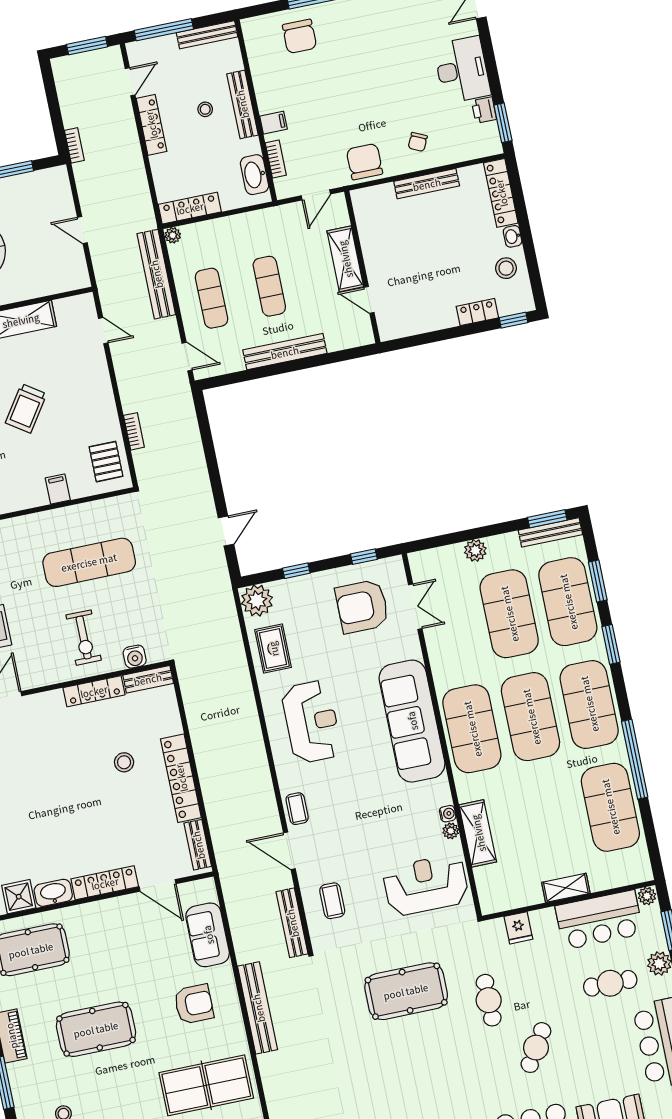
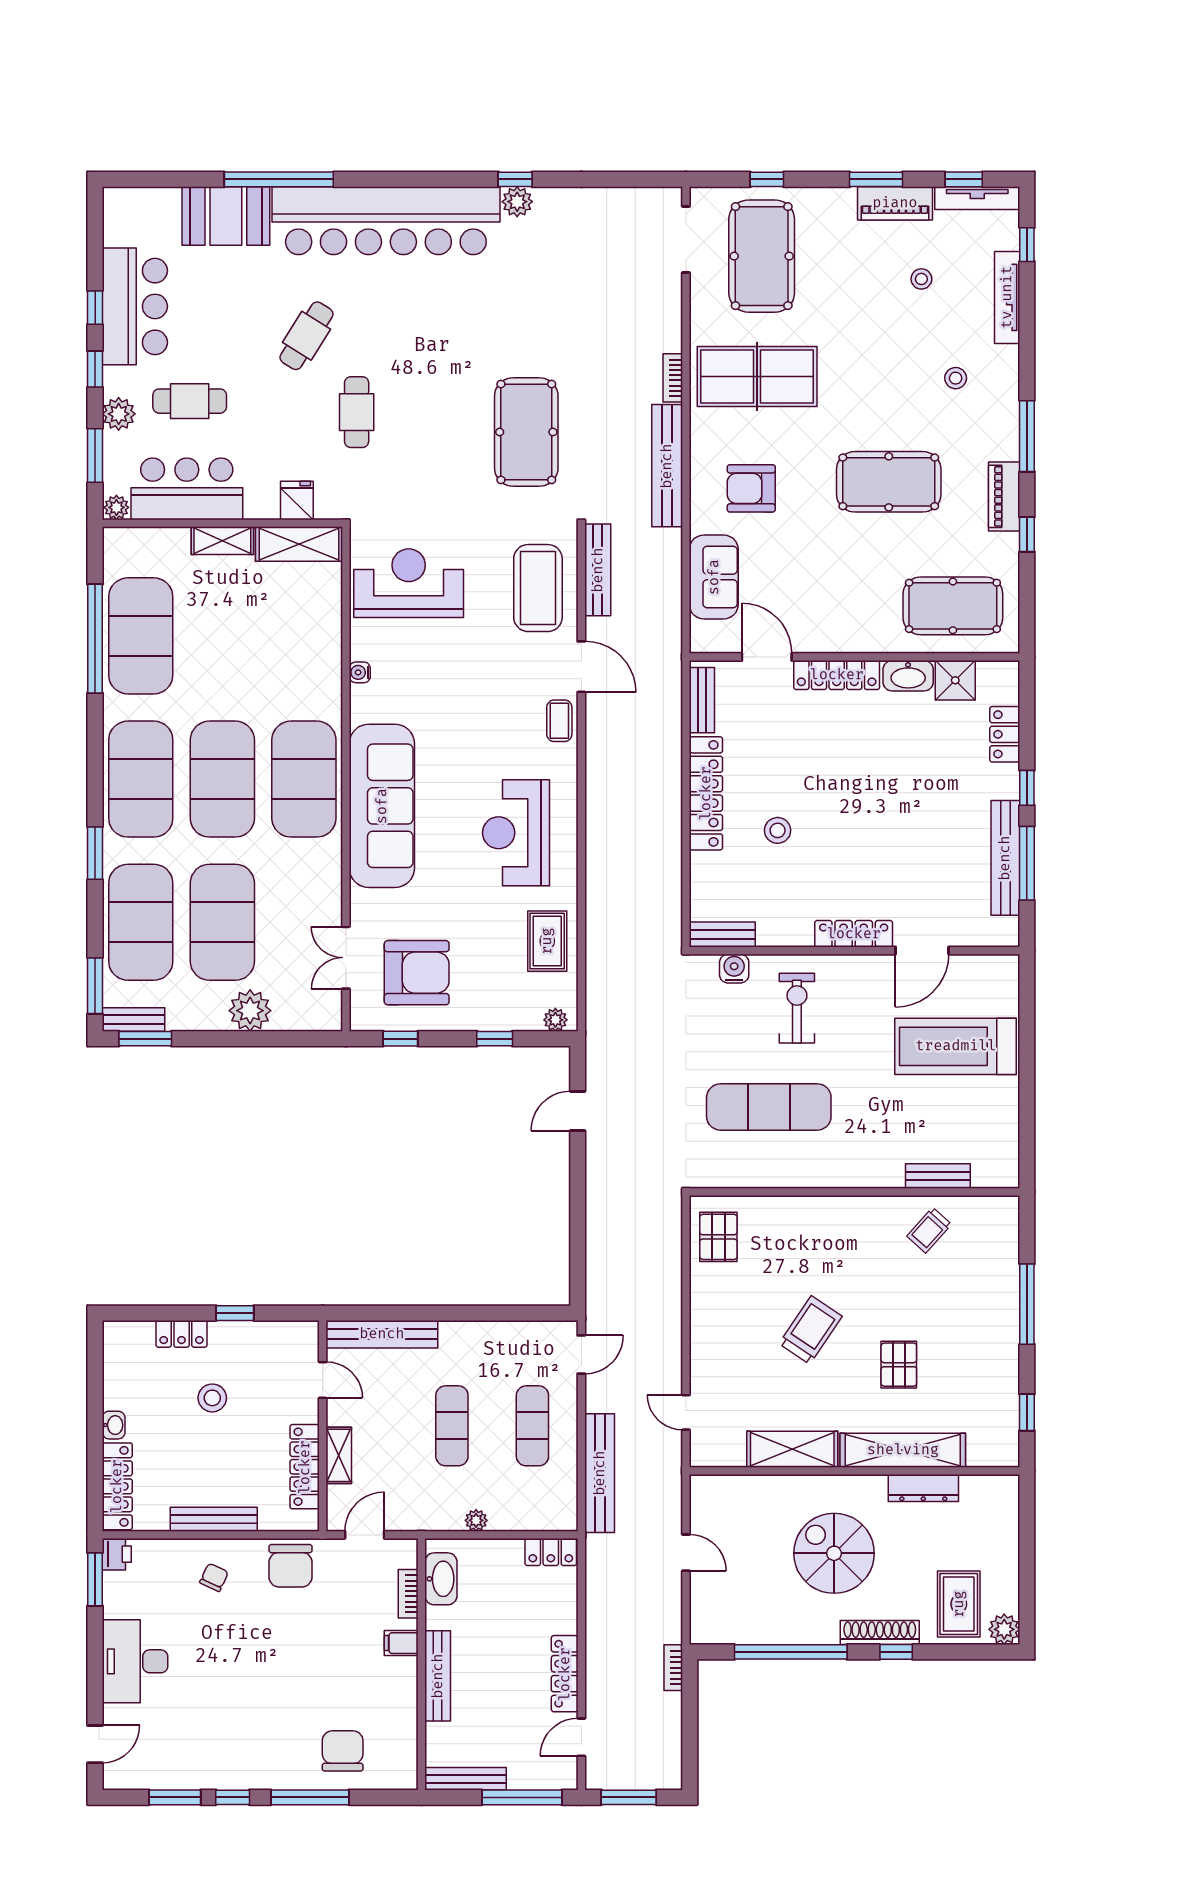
stool: (205, 109) -> (489, 1680), removed
printer: (484, 110) -> (117, 1554), moved
locker: (190, 208) -> (551, 1552), width x0.66
plant: (173, 235) -> (476, 1520), moved
locker: (369, 235) -> (305, 1467), added
shelving: (345, 259) -> (339, 1455), width x0.67, depth x0.75
stool: (506, 268) -> (212, 1398), moved
window: (514, 320) -> (235, 1313), moved
bench: (285, 352) -> (382, 1334), moved
door: (187, 357) -> (581, 1355), swing flipped
bookcase: (134, 431) -> (673, 378), moved
filing cabinet: (58, 489) -> (790, 1214), removed
bench: (550, 532) -> (133, 1019), width x0.73
plant: (475, 550) -> (250, 1011), width x1.36, depth x1.36
window: (598, 581) -> (95, 986), moved
plant: (257, 601) -> (555, 1020), width x0.53, depth x0.53
locker: (94, 691) -> (854, 934), moved
window: (635, 759) -> (95, 639), moved
plant: (451, 831) -> (360, 649), removed
shelving: (478, 833) -> (299, 544), moved, turned 90
reception desk: (426, 885) -> (409, 583), turned 180
coffee table: (332, 901) -> (538, 588), width x1.86, depth x1.72
pool table: (406, 991) -> (526, 432), moved, turned 90

